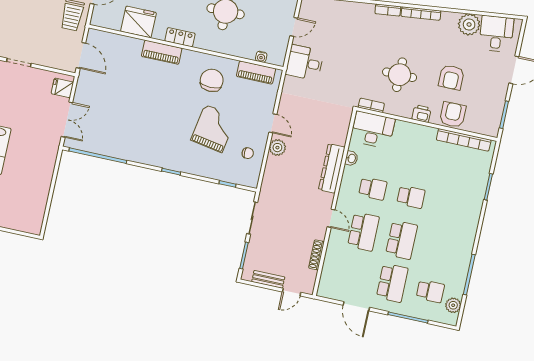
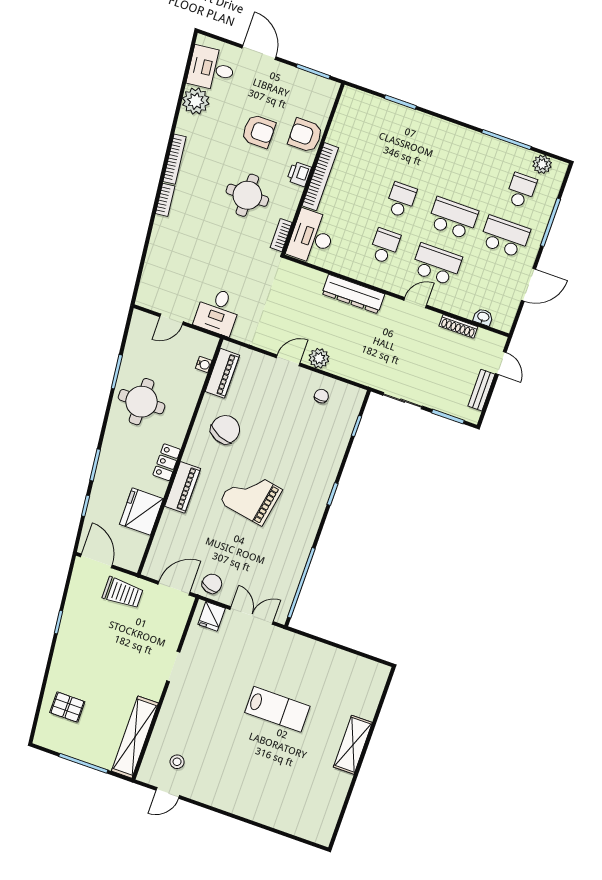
door: (294, 27) -> (172, 319), swing flipped
chair: (212, 80) -> (225, 430), turned 113
chair: (88, 85) -> (212, 584), added
grand piano: (214, 129) -> (251, 496), moved
bookcase: (464, 140) -> (320, 177), moved
washbasin: (351, 158) -> (483, 317), moved

